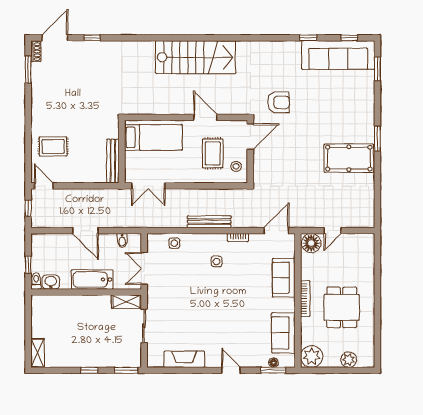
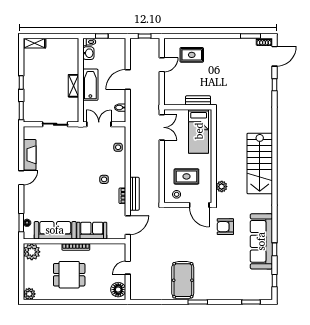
door: (55, 38) -> (275, 56), hinge flipped
sofa: (338, 55) -> (261, 241), moved
armchair: (279, 102) -> (225, 227), turned 90
plant: (226, 107) -> (222, 187), added
door: (205, 117) -> (214, 171), removed
rug: (53, 146) -> (192, 55), turned 90
bench: (113, 161) -> (198, 100), moved, width x0.73
door: (44, 186) -> (162, 65), moved
double door: (148, 186) -> (162, 127), swing flipped
bench: (209, 222) -> (134, 194), moved
door: (276, 231) -> (128, 225), hinge flipped
door: (332, 231) -> (128, 268), hinge flipped
floor lamp: (311, 243) -> (118, 290), moved
shelving: (126, 302) -> (74, 86), moved
sofa: (283, 333) -> (55, 230), width x1.36
plant: (349, 360) -> (29, 294), moved
door: (231, 370) -> (21, 178), moved

